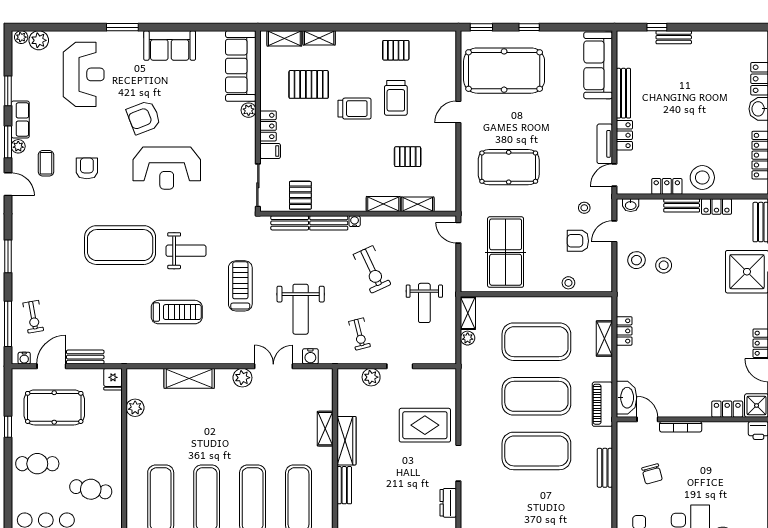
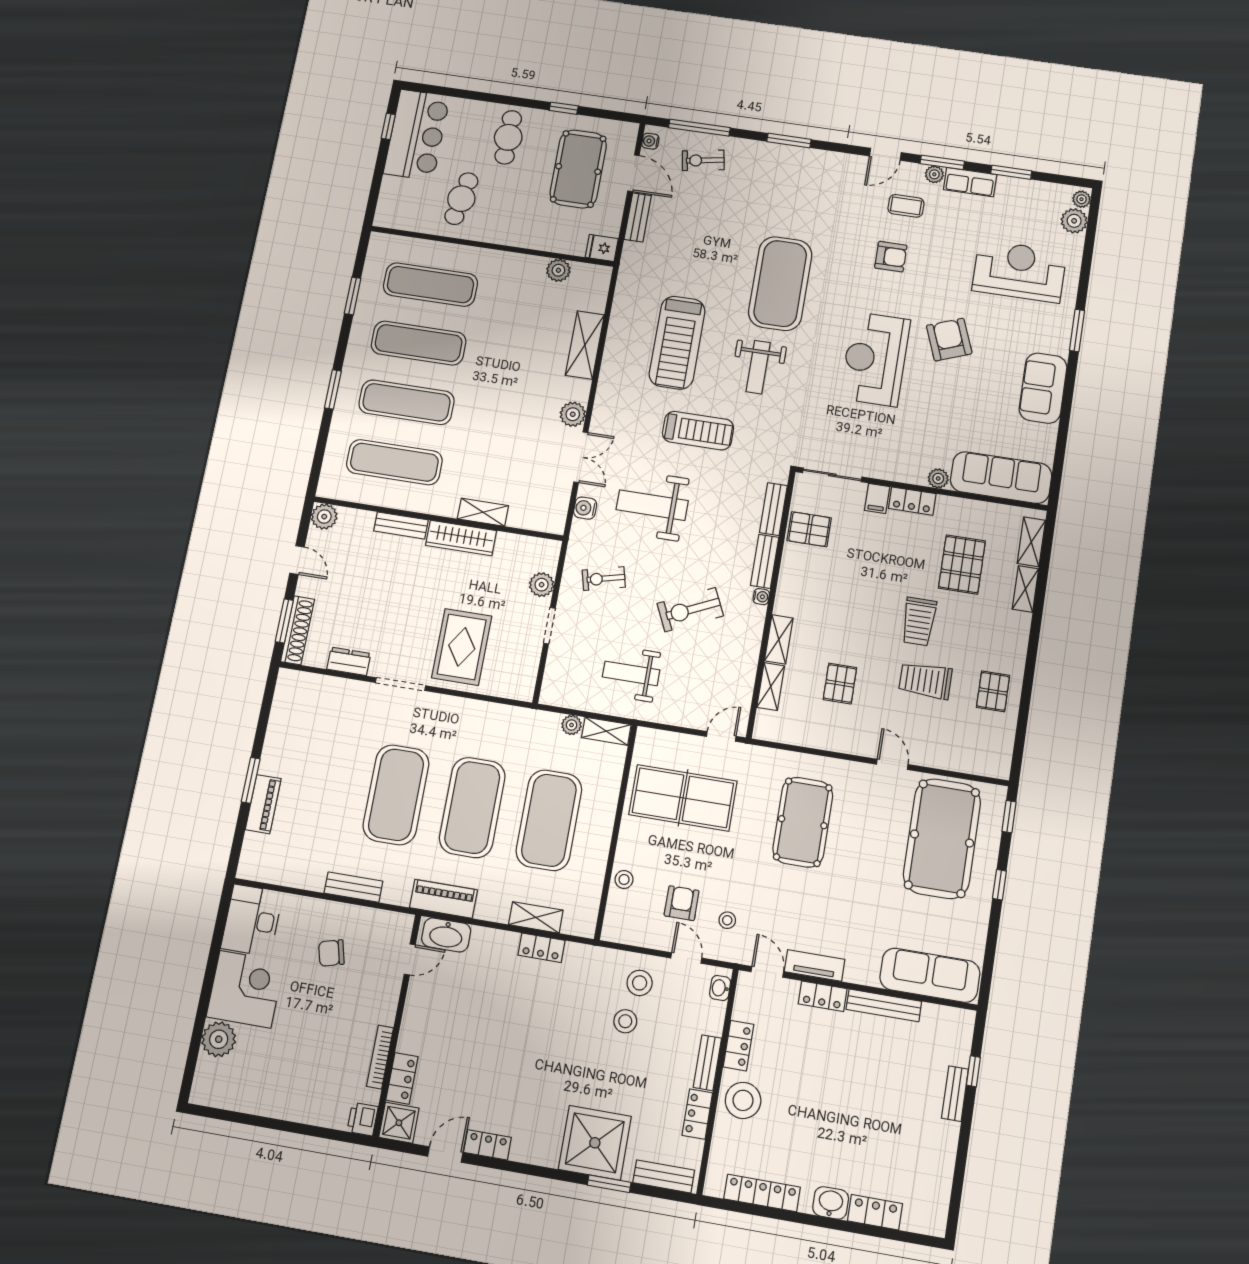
reception desk: (84, 74) -> (1019, 271), turned 180
treadmill: (177, 312) -> (677, 343), width x1.37, depth x1.38
bookcase: (681, 427) -> (380, 1057), moved

